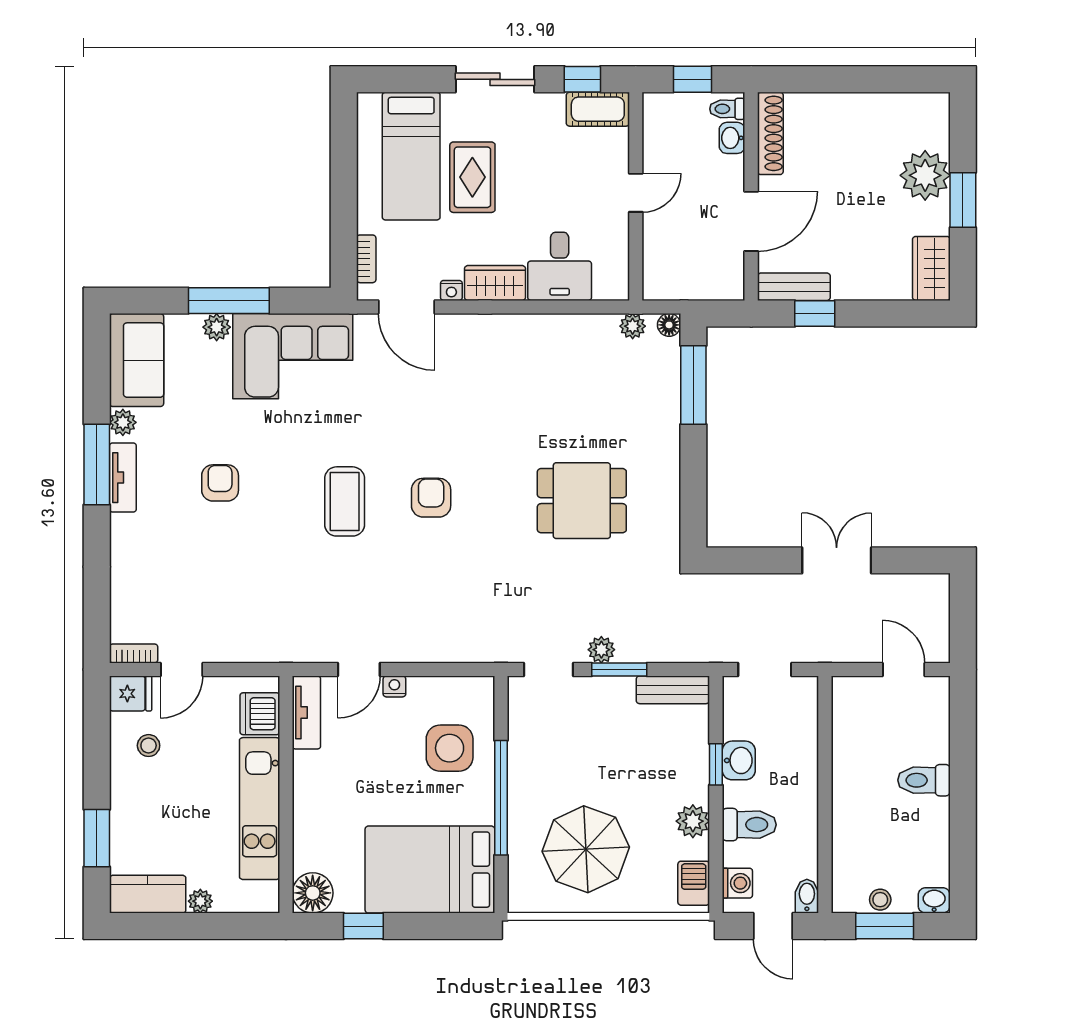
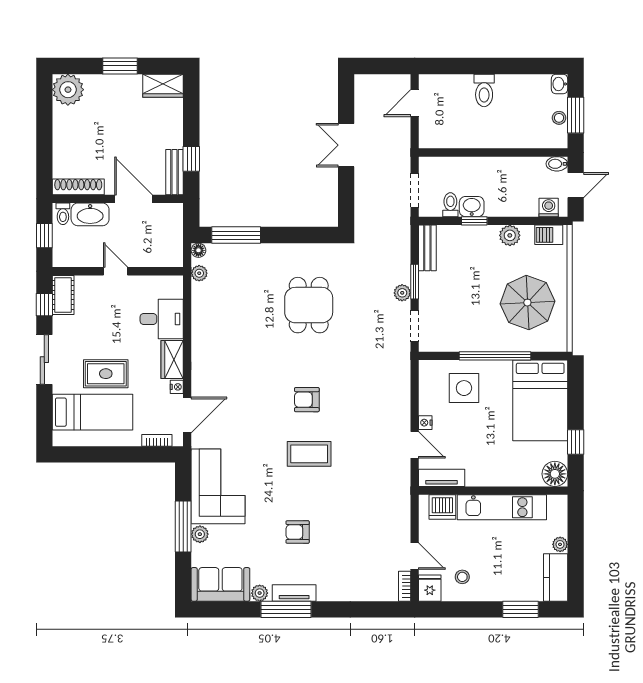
washbasin: (732, 138) -> (90, 214), width x1.91, depth x1.45
plant: (925, 175) -> (68, 90), moved
toilet: (749, 825) -> (450, 205), moved, width x0.73, depth x0.72

